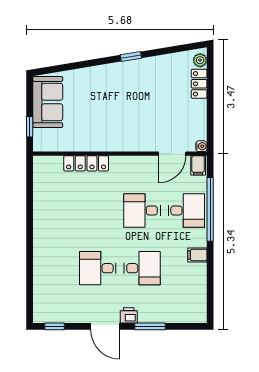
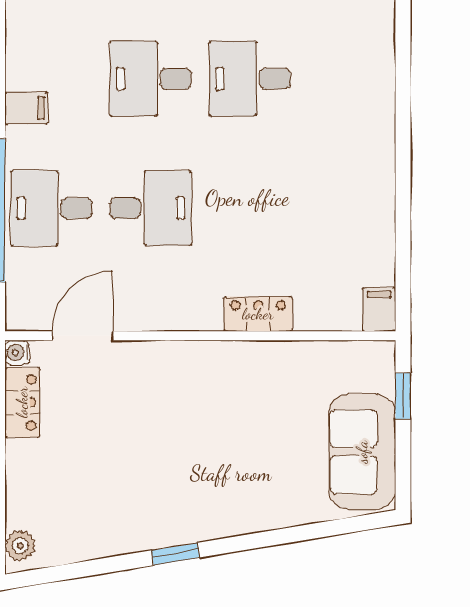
locker: (199, 84) -> (22, 402), moved
locker: (86, 163) -> (258, 314), width x0.66
filing cabinet: (198, 165) -> (379, 309), moved
desk: (98, 268) -> (250, 79), turned 180

